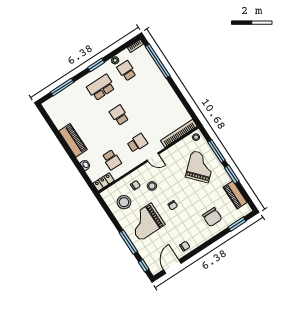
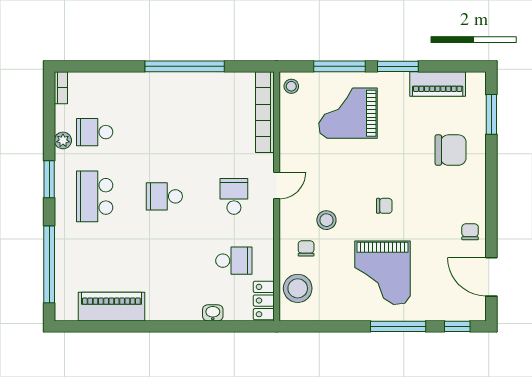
window: (158, 61) -> (185, 66), moved
window: (62, 87) -> (49, 264), width x1.46
piano: (73, 140) -> (111, 307), moved
grand piano: (200, 167) -> (348, 113), turned -48
stool: (124, 202) -> (298, 288), moved

